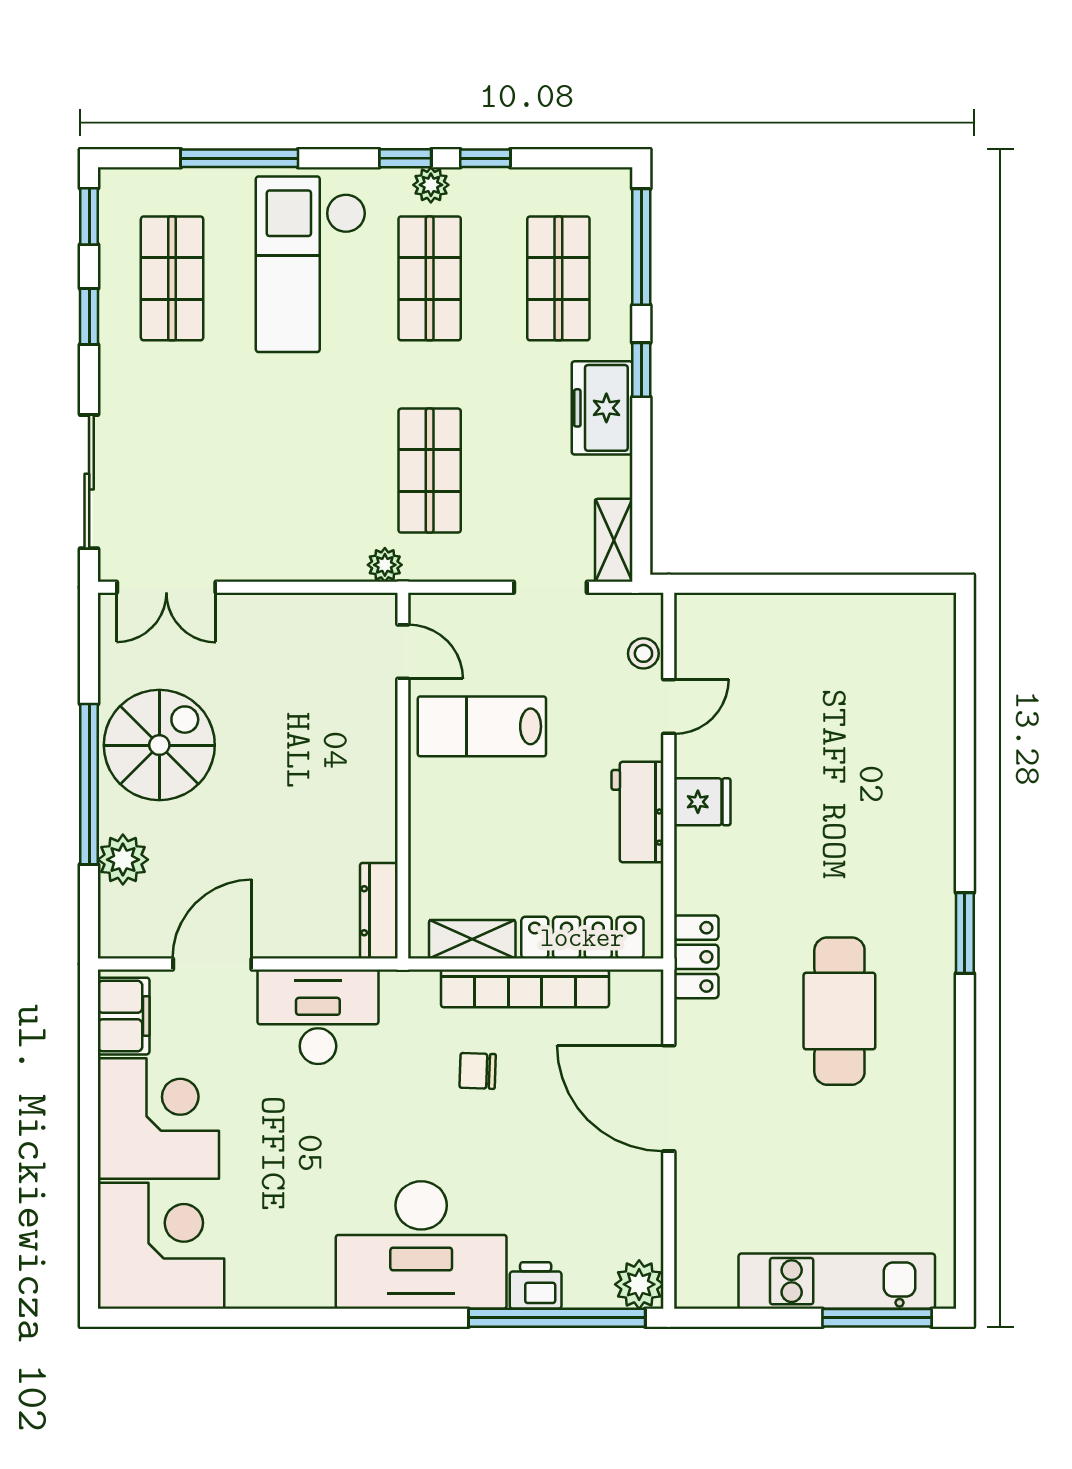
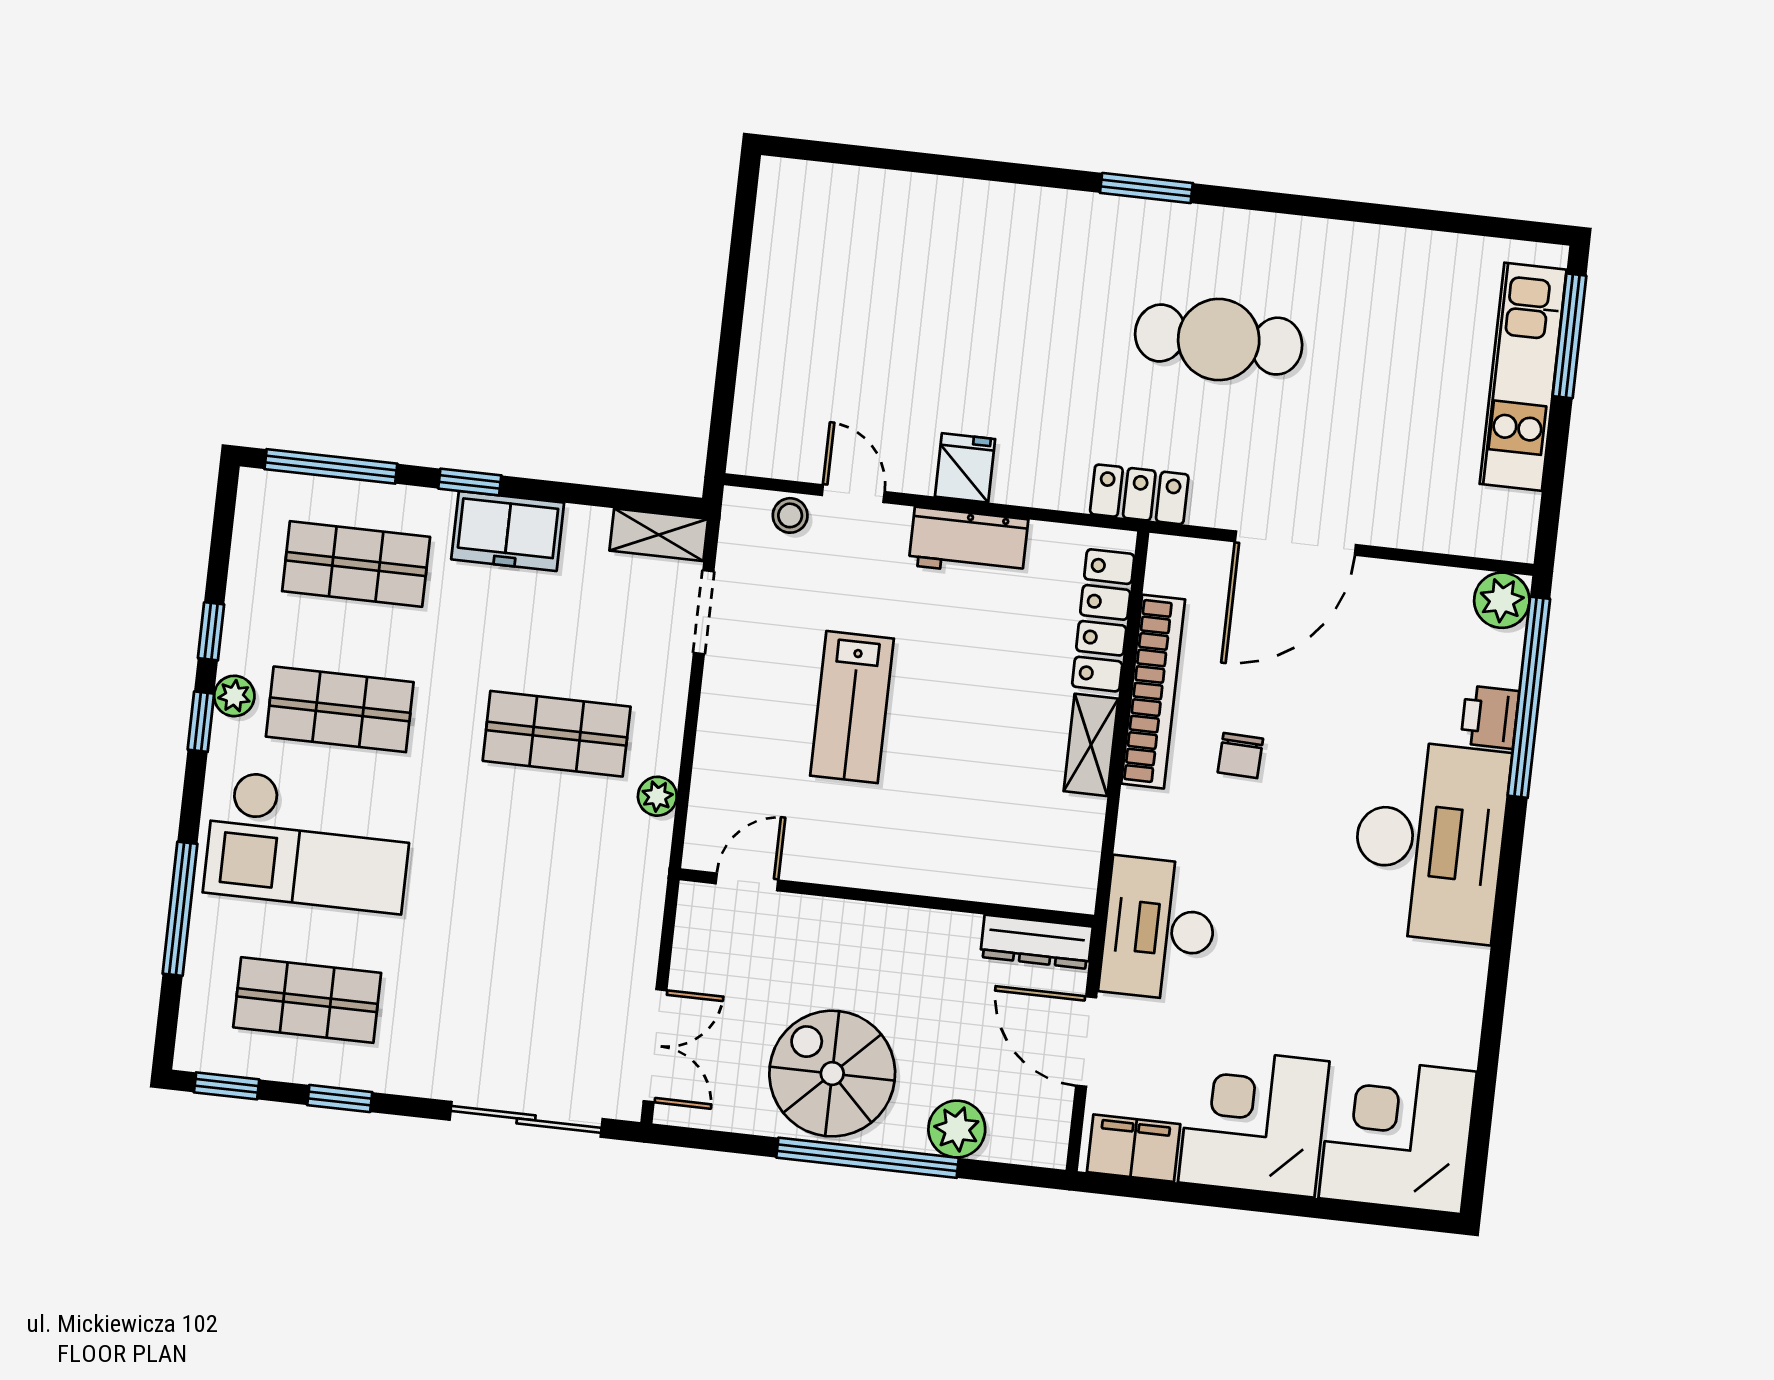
door: (403, 652) -> (747, 882), moved
wall: (403, 776) -> (887, 898), moved
dresser: (379, 911) -> (1036, 942), moved

